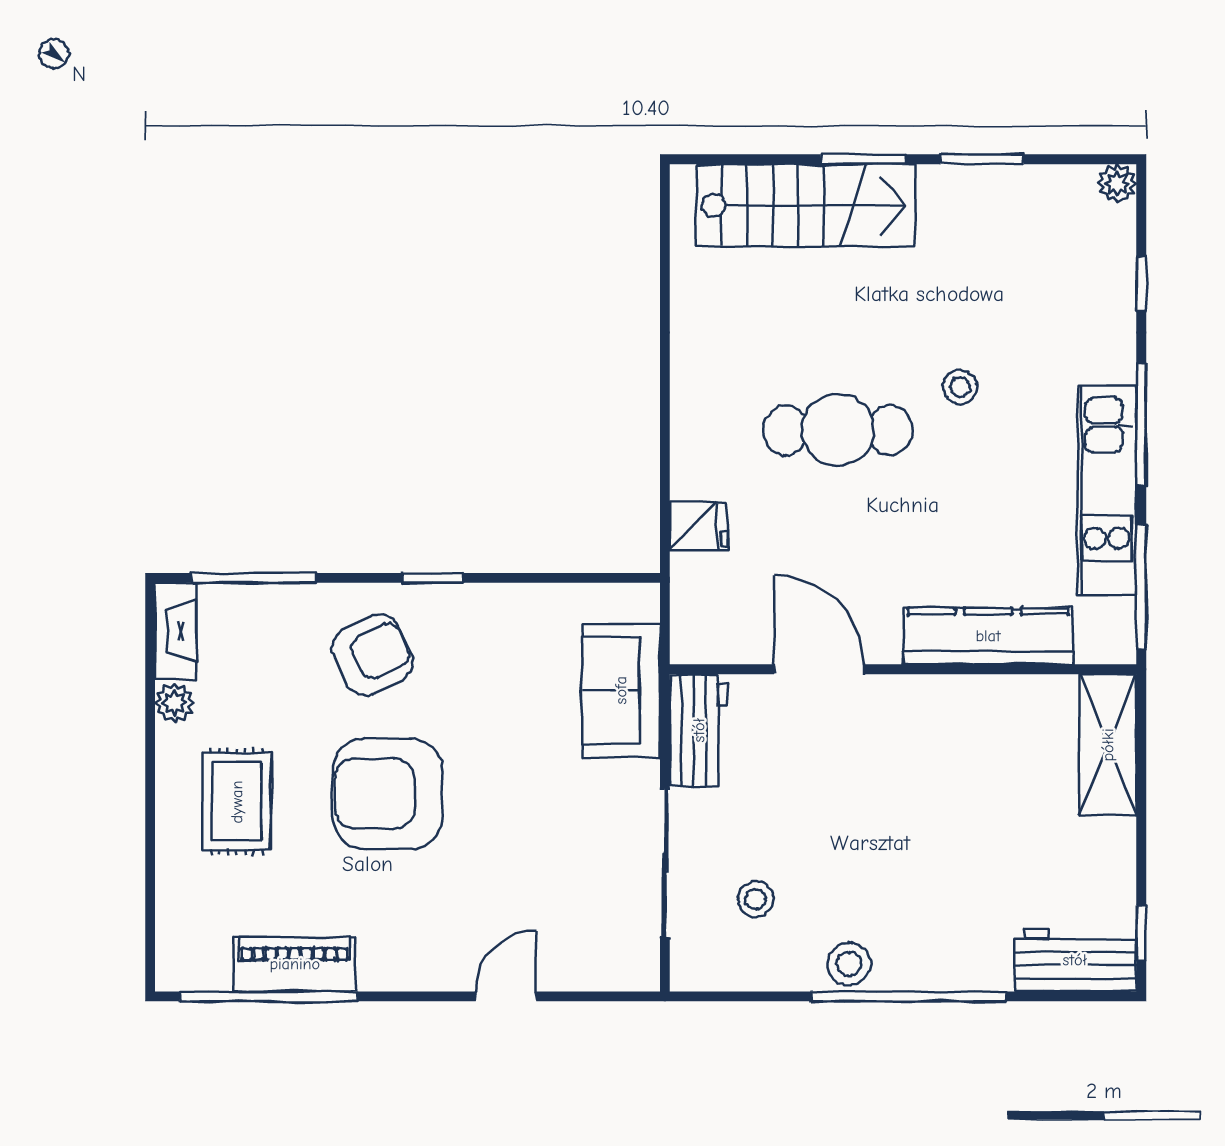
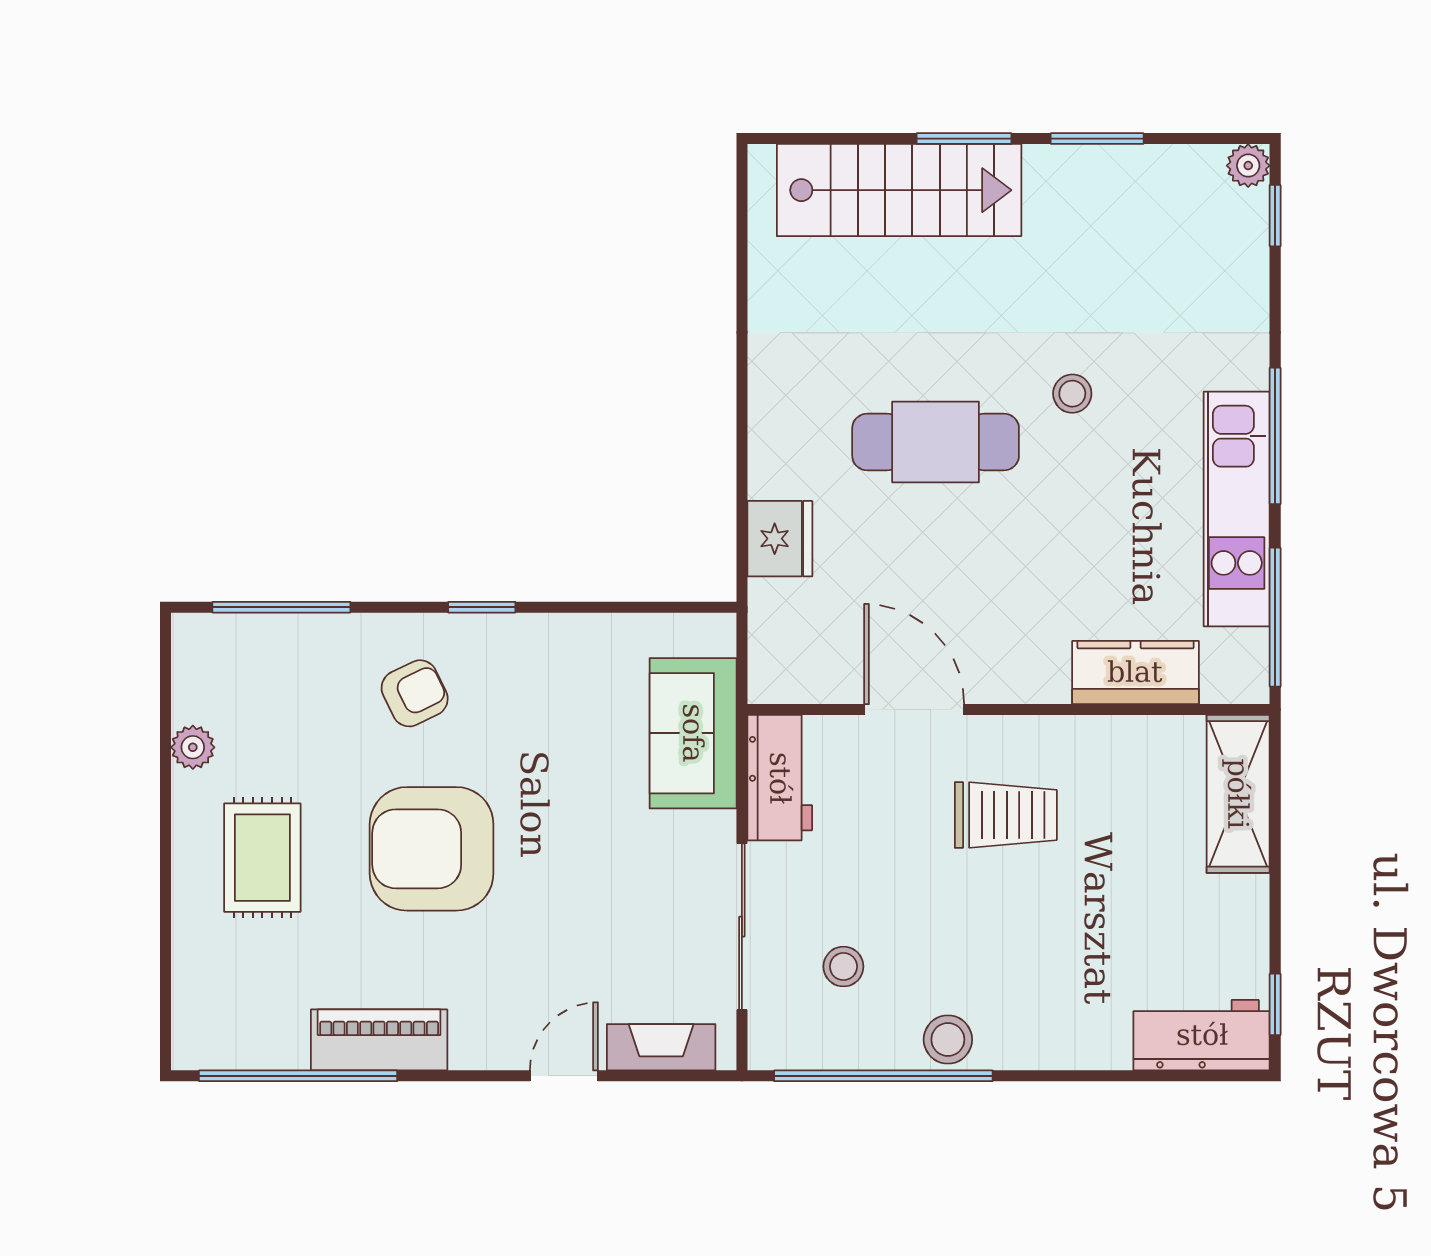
window: (1141, 284) -> (1275, 216), moved
fridge: (699, 526) -> (780, 539), width x1.38
fireplace: (176, 631) -> (661, 1047), moved, turned -90
kitchen counter: (988, 636) -> (1135, 672), width x0.67
armchair: (373, 655) -> (415, 693), width x0.72, depth x0.72
trolley: (901, 763) -> (1006, 815), added
piano: (295, 964) -> (379, 1040), moved
window: (909, 996) -> (883, 1076), moved

